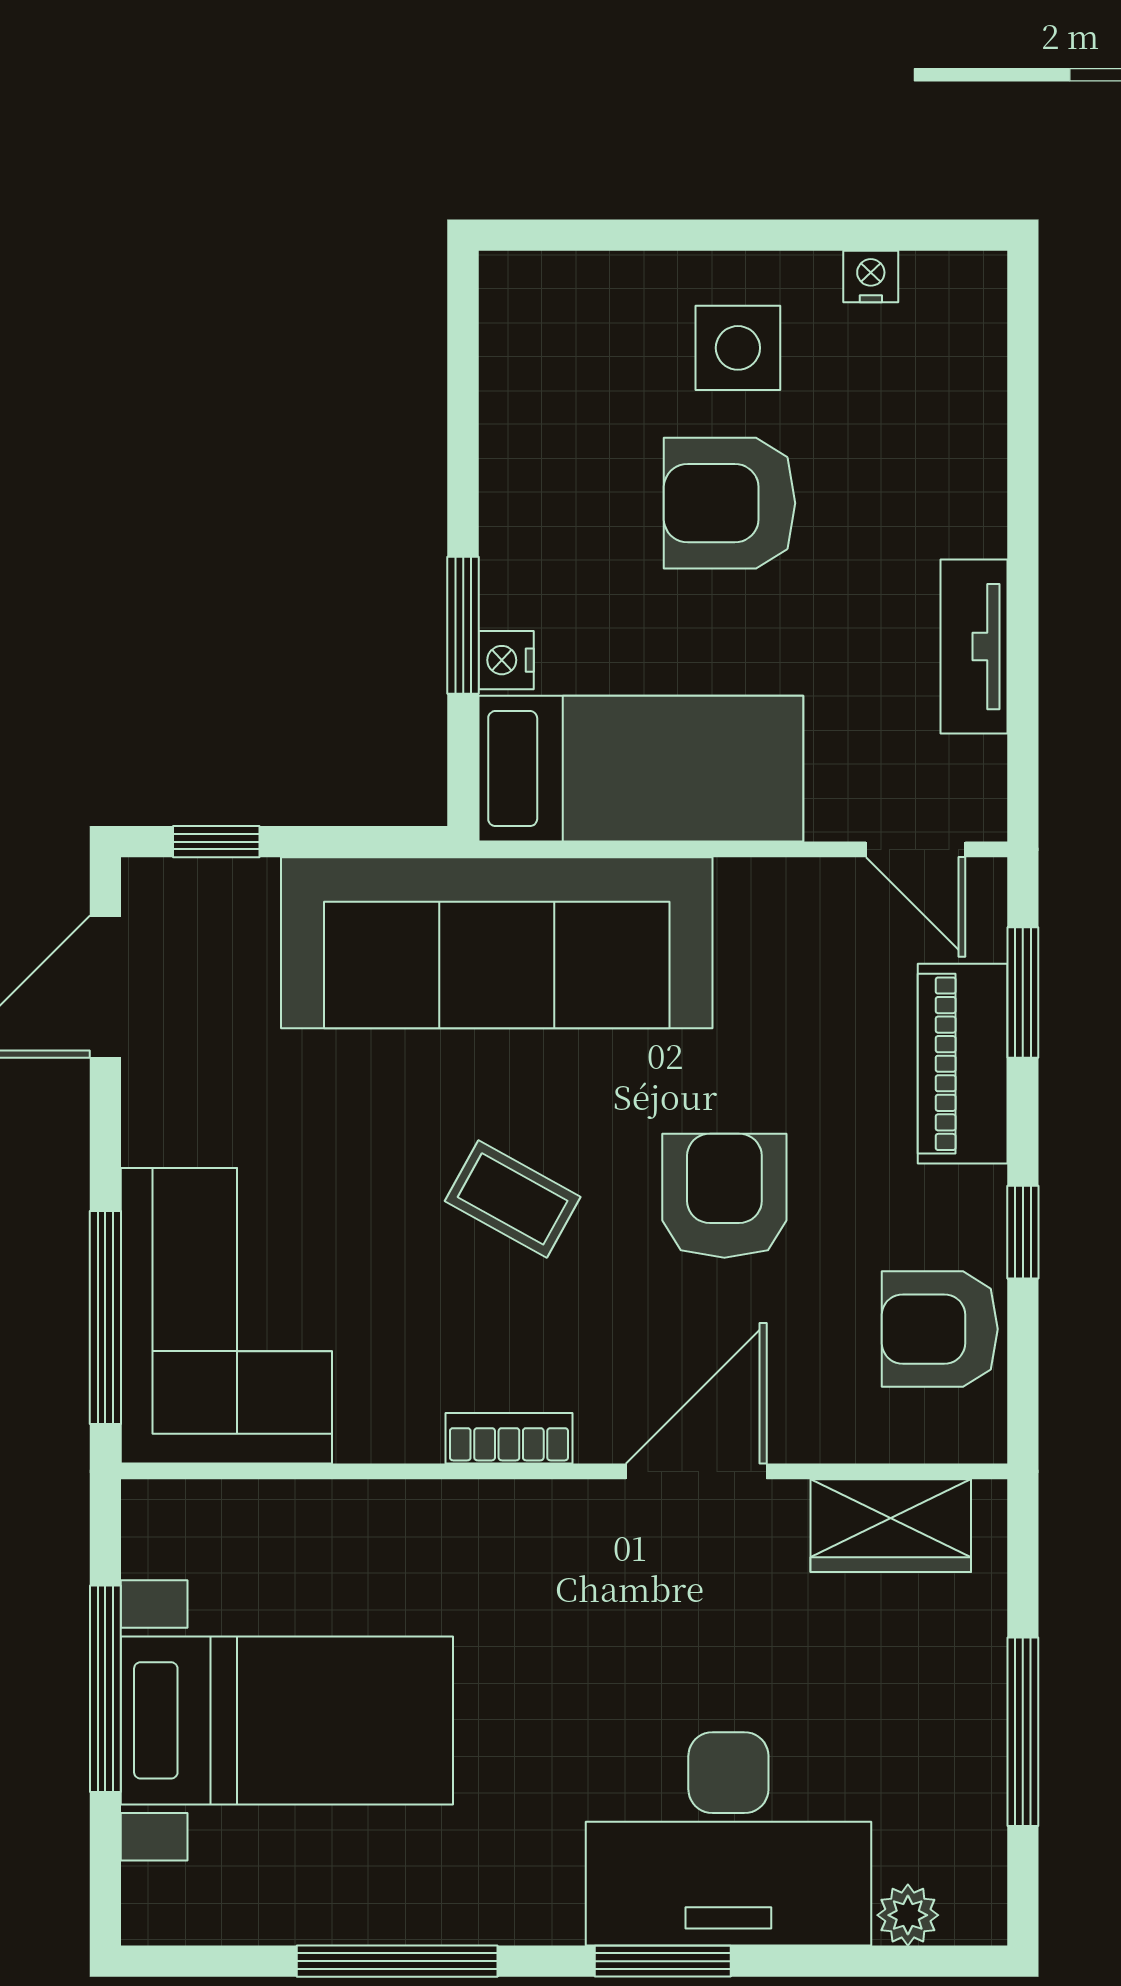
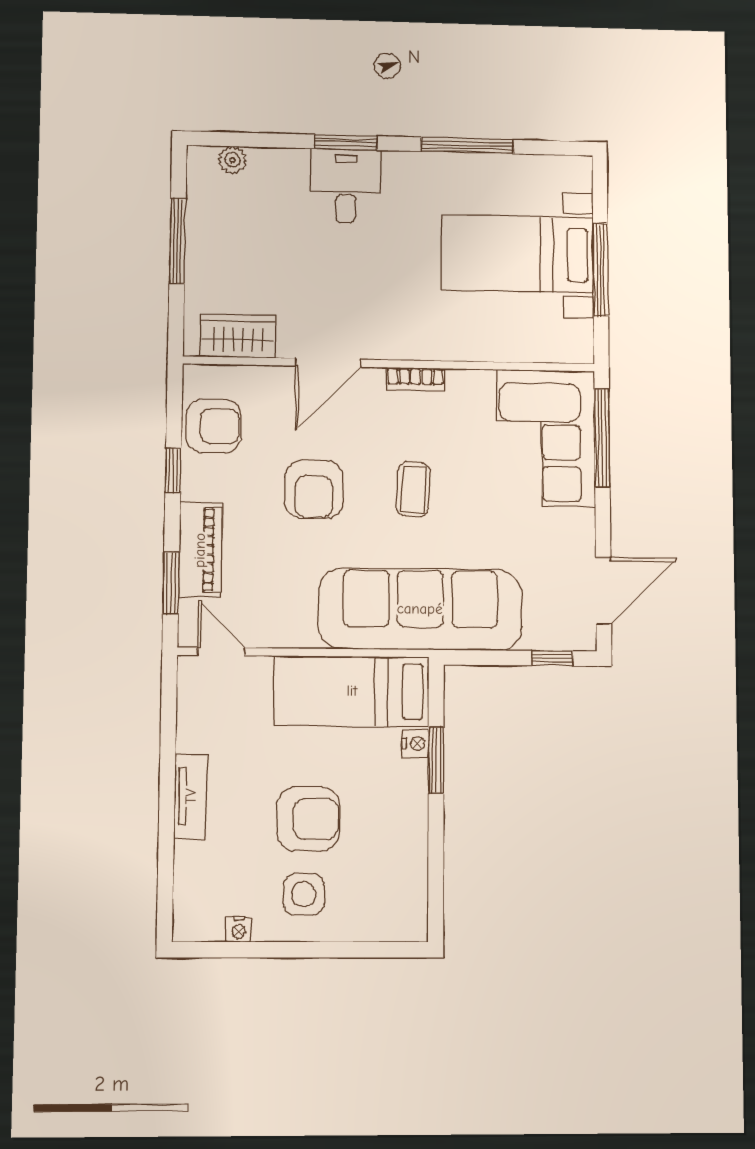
tv unit: (974, 647) -> (191, 796), moved
coffee table: (513, 1199) -> (413, 490), turned 64
desk: (728, 1839) -> (346, 186), width x0.53, depth x0.77

